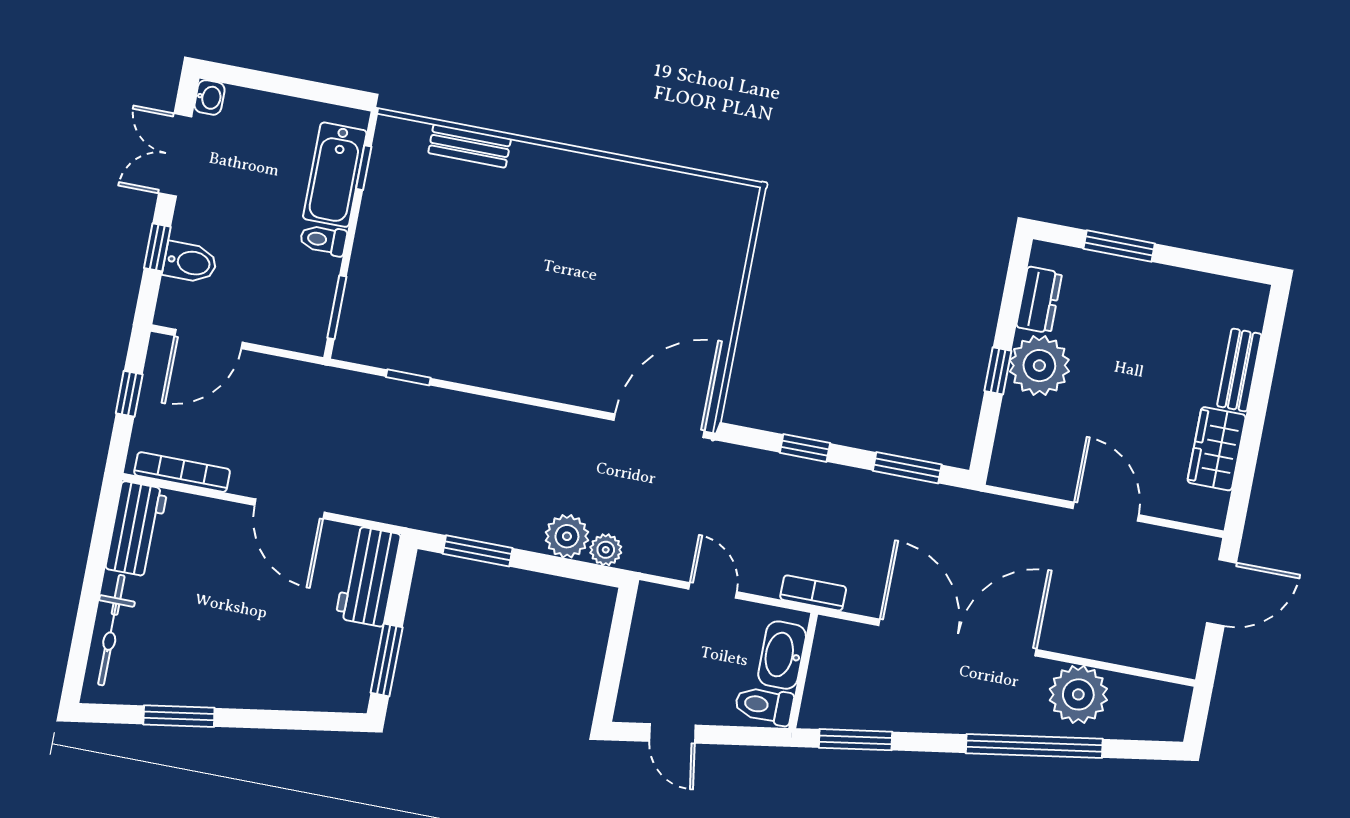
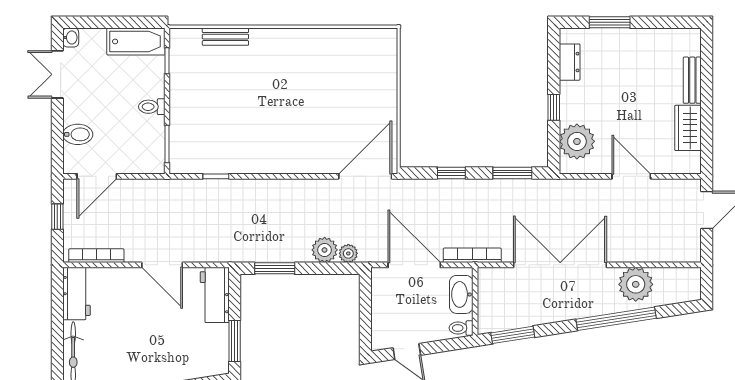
bathtub: (335, 175) -> (136, 41), moved, turned -90
window: (157, 247) -> (57, 129), removed
plant: (1039, 366) -> (577, 141), moved
door: (713, 590) -> (414, 265), width x1.88
bookcase: (813, 593) -> (472, 255), width x1.56
toilet: (764, 705) -> (461, 328), width x0.73, depth x0.72

